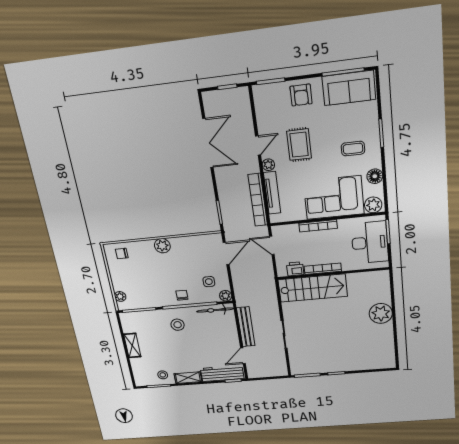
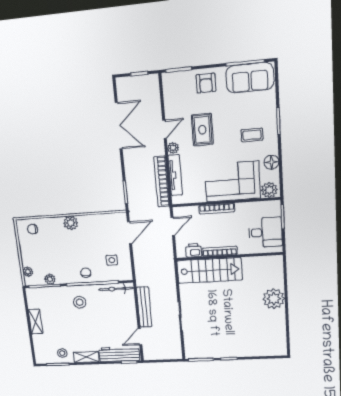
desk: (370, 243) -> (265, 232), width x0.73
door: (272, 245) -> (173, 226), swing flipped
plant: (226, 296) -> (50, 279), moved

